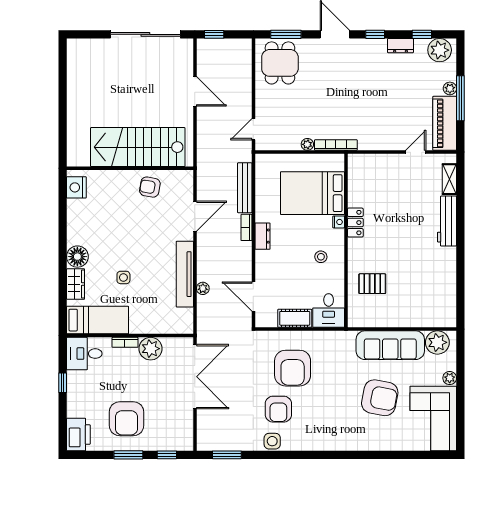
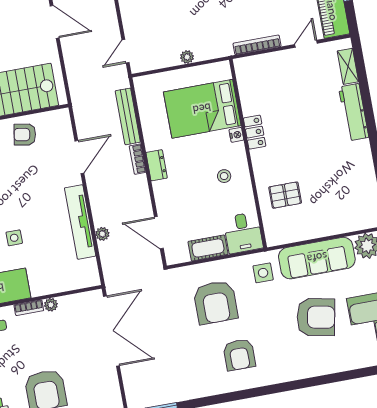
bookcase: (336, 145) -> (257, 45), moved
plant: (151, 349) -> (51, 305), width x0.53, depth x0.53
armchair: (278, 409) -> (239, 355), moved
side table: (272, 441) -> (263, 273), moved

